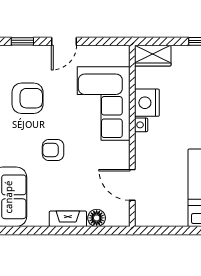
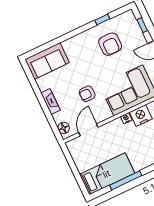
armchair: (53, 150) -> (87, 94), moved, turned -90
floor lamp: (97, 218) -> (64, 128), moved

